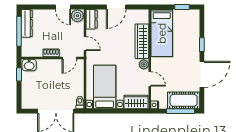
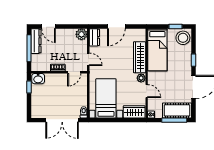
door: (63, 7) -> (48, 26), moved
stool: (190, 20) -> (183, 38), added

